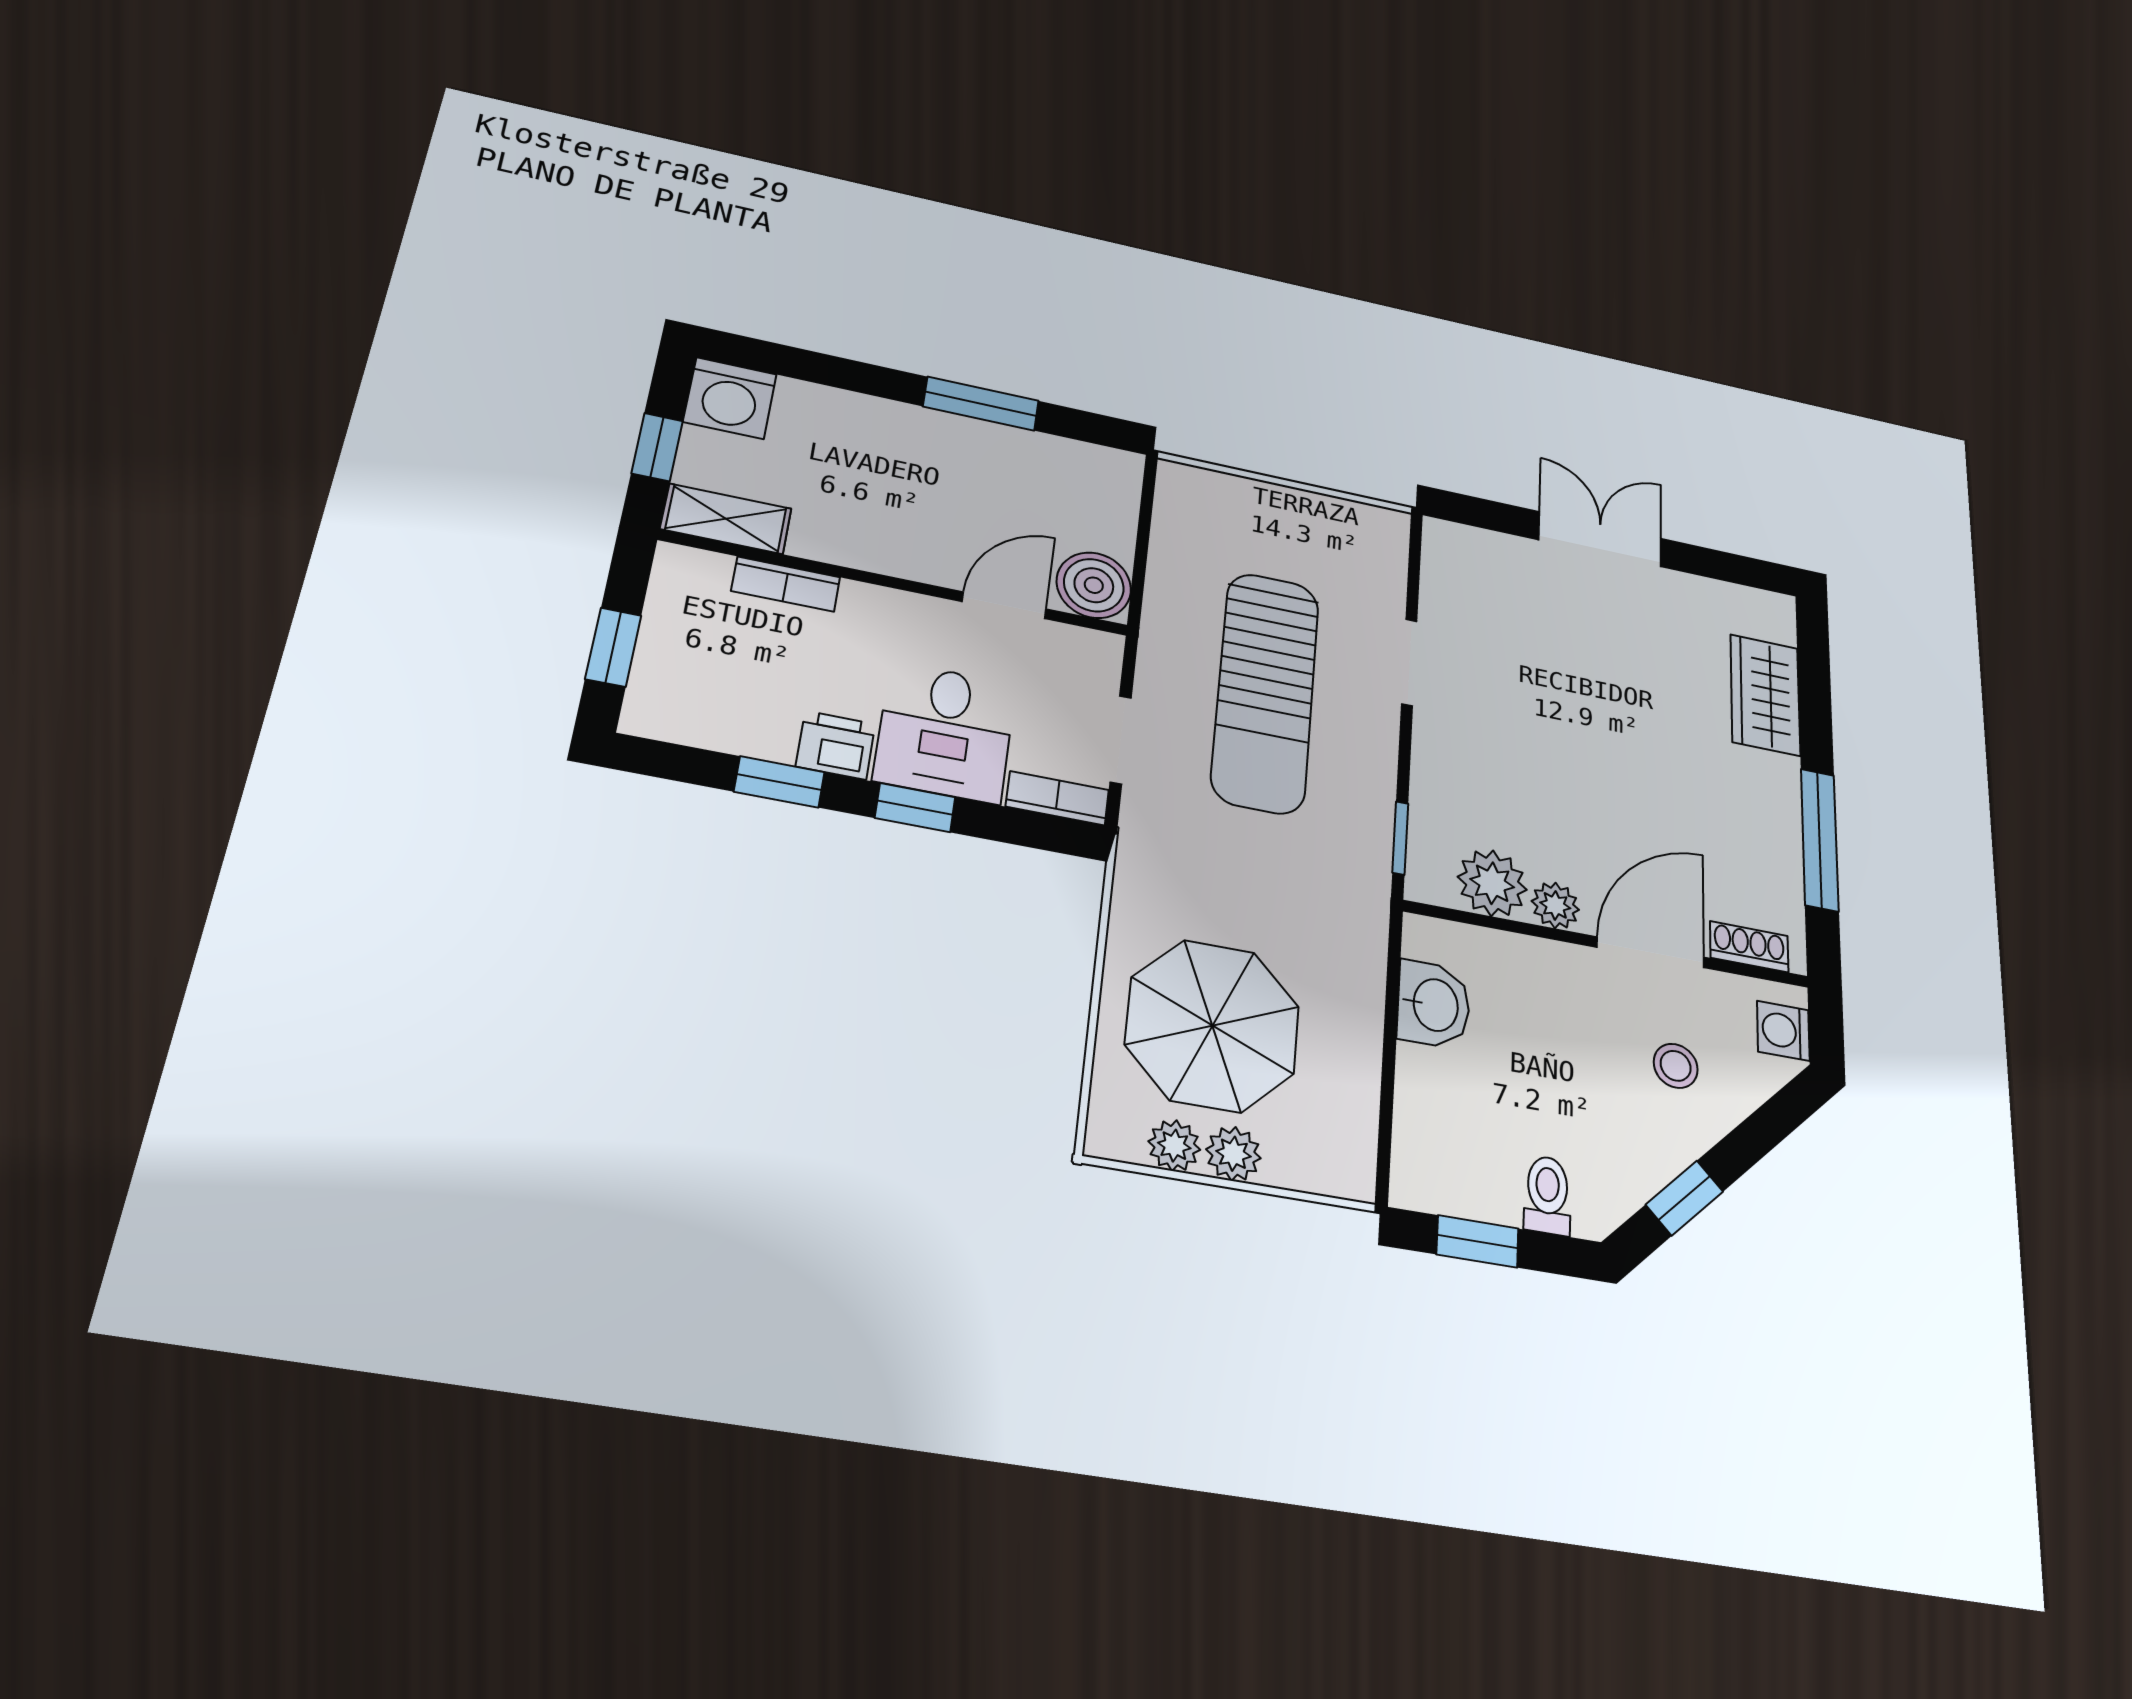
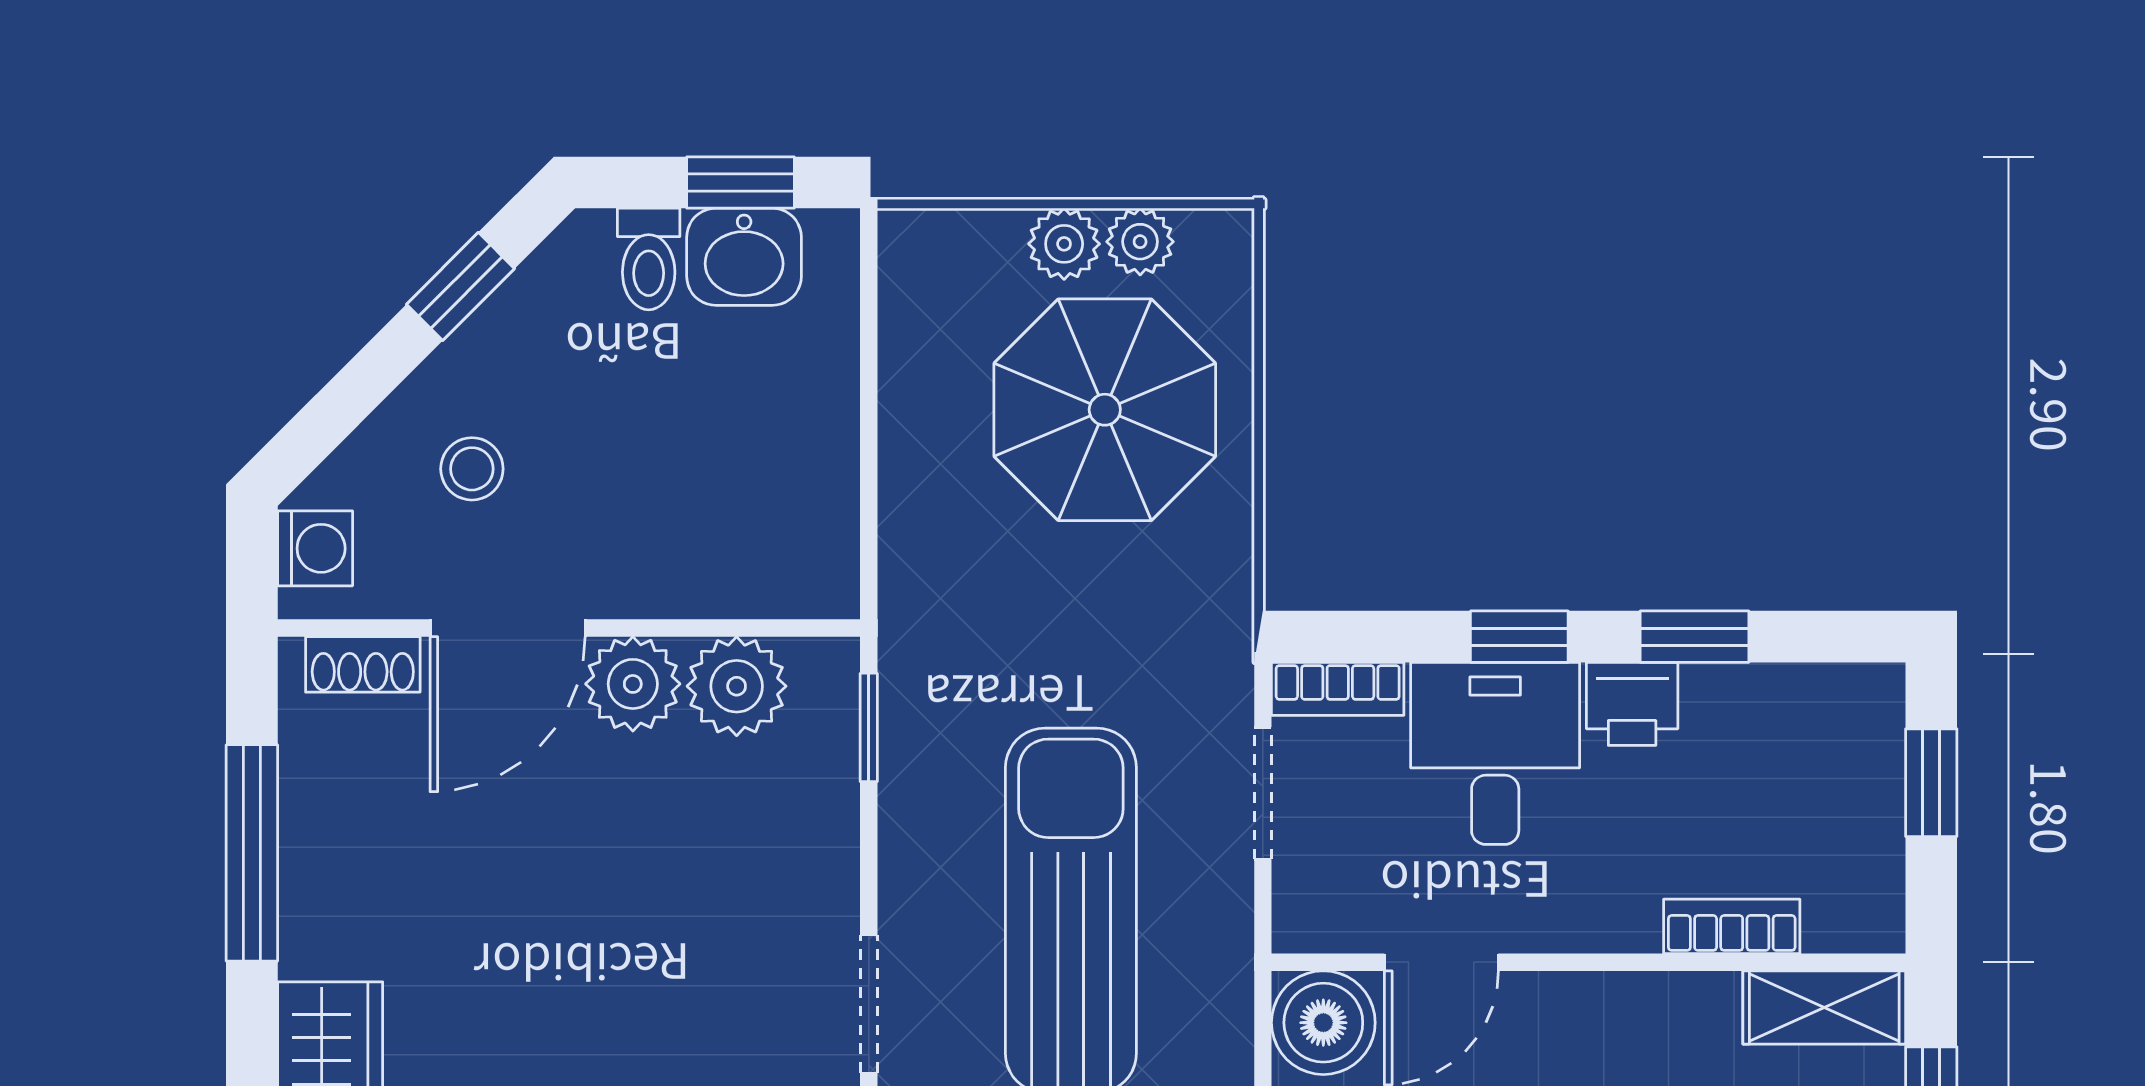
plant: (1555, 905) -> (633, 684), width x1.38, depth x1.38
washbasin: (1434, 1005) -> (744, 257), moved, turned -90

